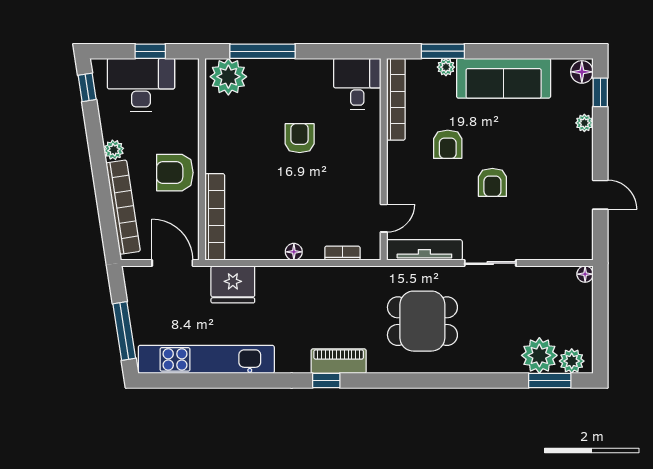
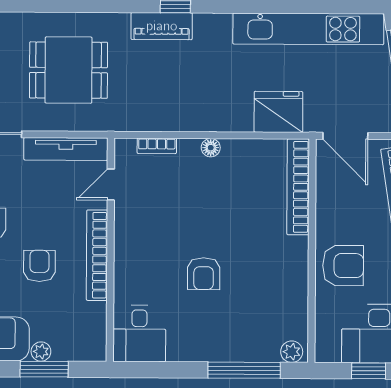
plant: (228, 77) -> (292, 352), width x0.53, depth x0.53
bookcase: (396, 99) -> (97, 255), moved
armchair: (175, 173) -> (343, 266), moved

